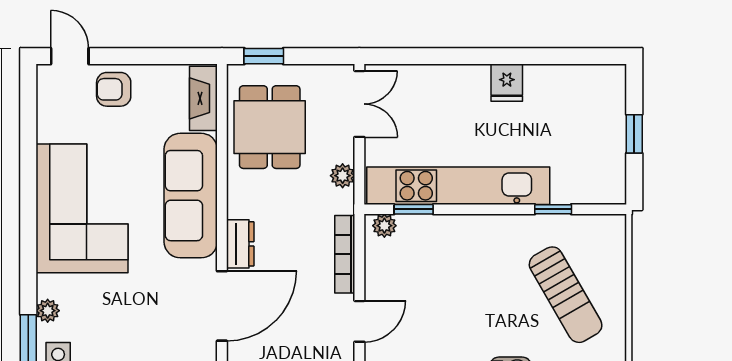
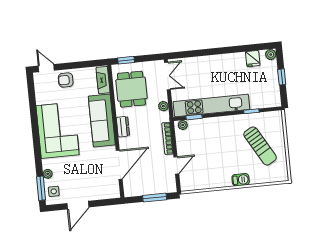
plant: (613, 77) -> (271, 55), added
fridge: (507, 83) -> (253, 59), moved
dresser: (240, 244) -> (123, 127), moved

